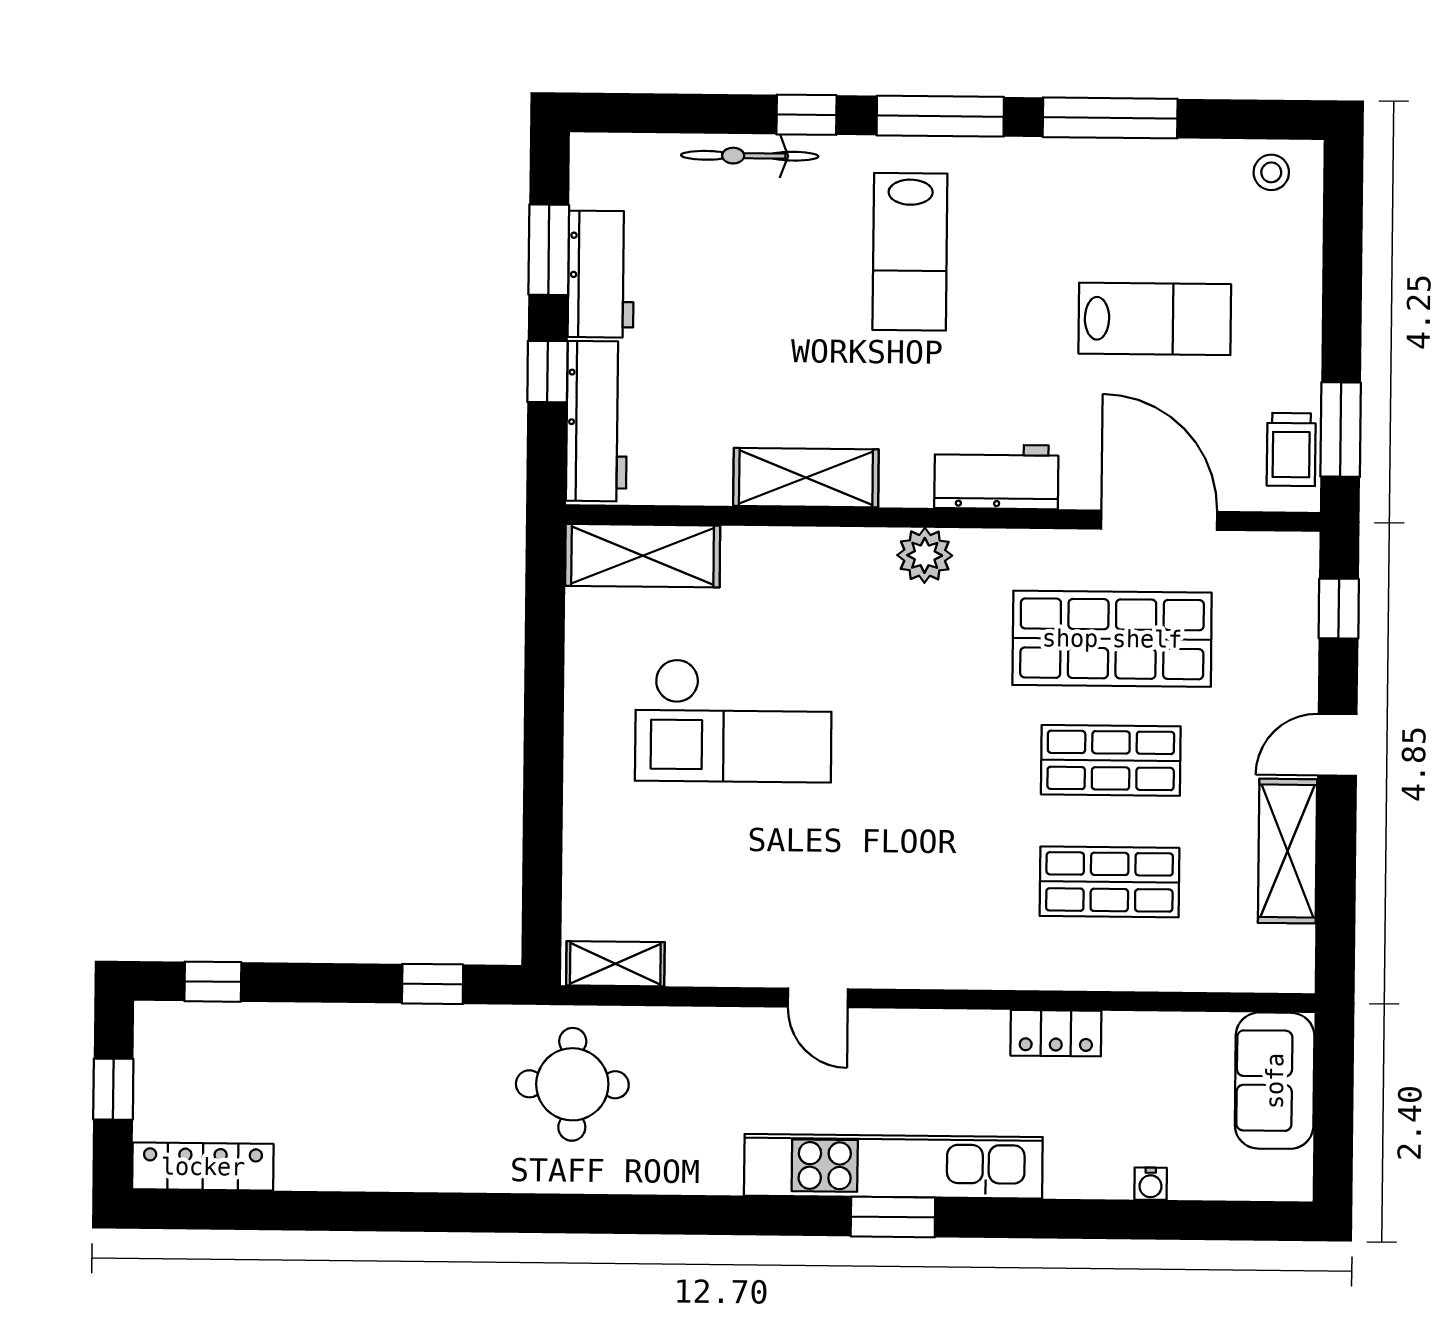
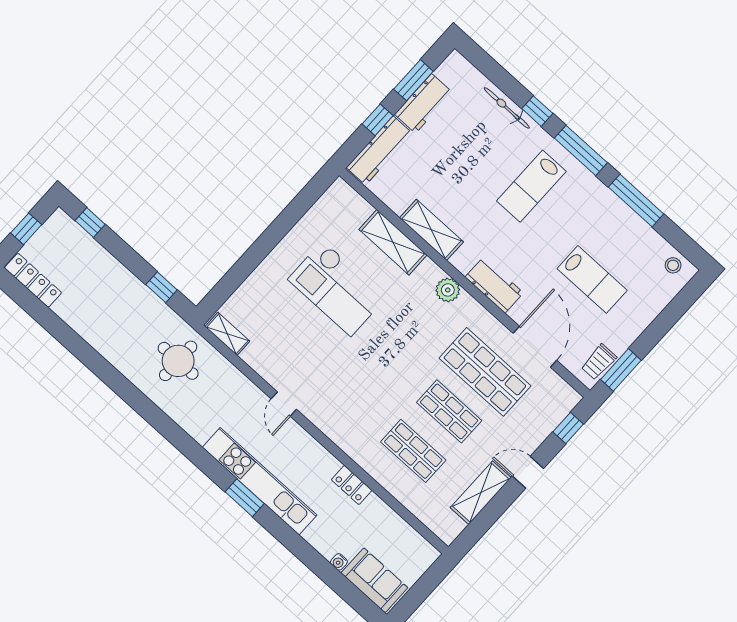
shelving: (643, 556) -> (393, 242), moved
sofa: (1275, 1081) -> (374, 580), moved, turned 90

